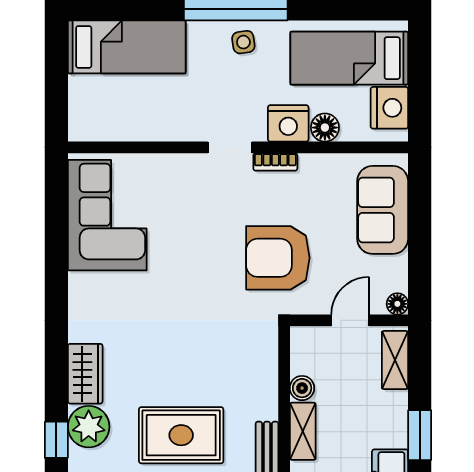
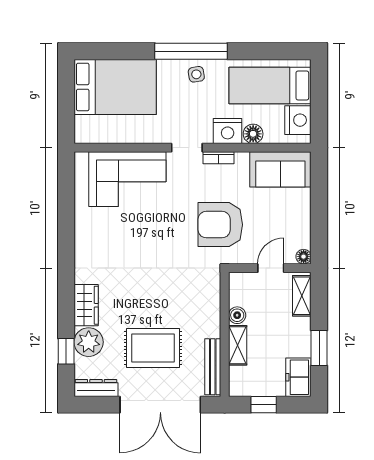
bed: (127, 47) -> (115, 87), width x1.50
sofa: (383, 210) -> (280, 169), moved, turned -90
corner sofa: (107, 215) -> (127, 179), moved, turned 90

